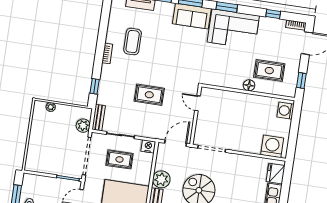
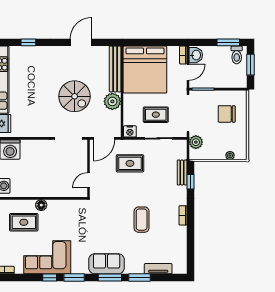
window: (273, 14) -> (50, 278), moved
corner sofa: (233, 29) -> (47, 257), moved
coffee table: (133, 42) -> (142, 220), moved
rug: (149, 95) -> (130, 163), moved
door: (198, 103) -> (88, 180), swing flipped
bench: (99, 118) -> (182, 172), moved
chair: (48, 149) -> (227, 114), added

